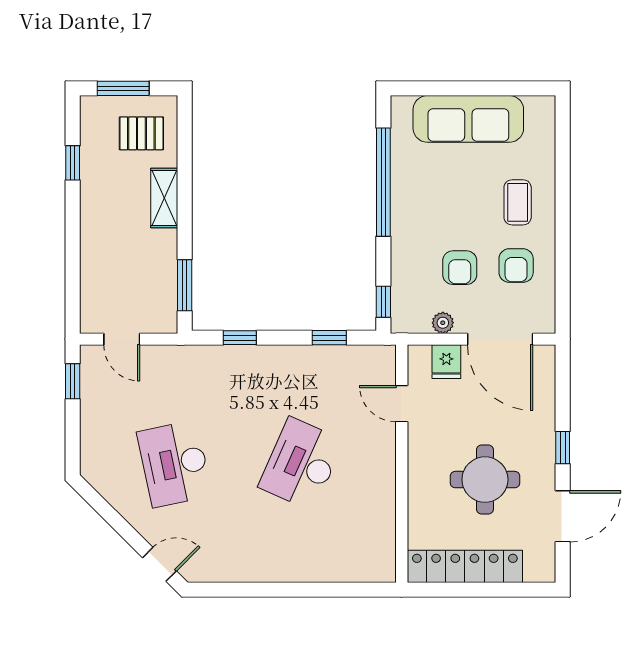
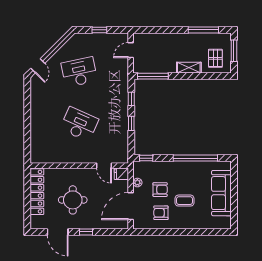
window: (73, 163) -> (203, 30), width x2.17
coffee table: (518, 202) -> (185, 201), moved
armchair: (460, 268) -> (160, 190), turned 180
window: (185, 285) -> (153, 76), width x1.44
window: (329, 338) -> (131, 123), moved
fridge: (446, 362) -> (121, 174), moved
window: (73, 381) -> (99, 30), moved
door: (402, 404) -> (104, 166), swing flipped

